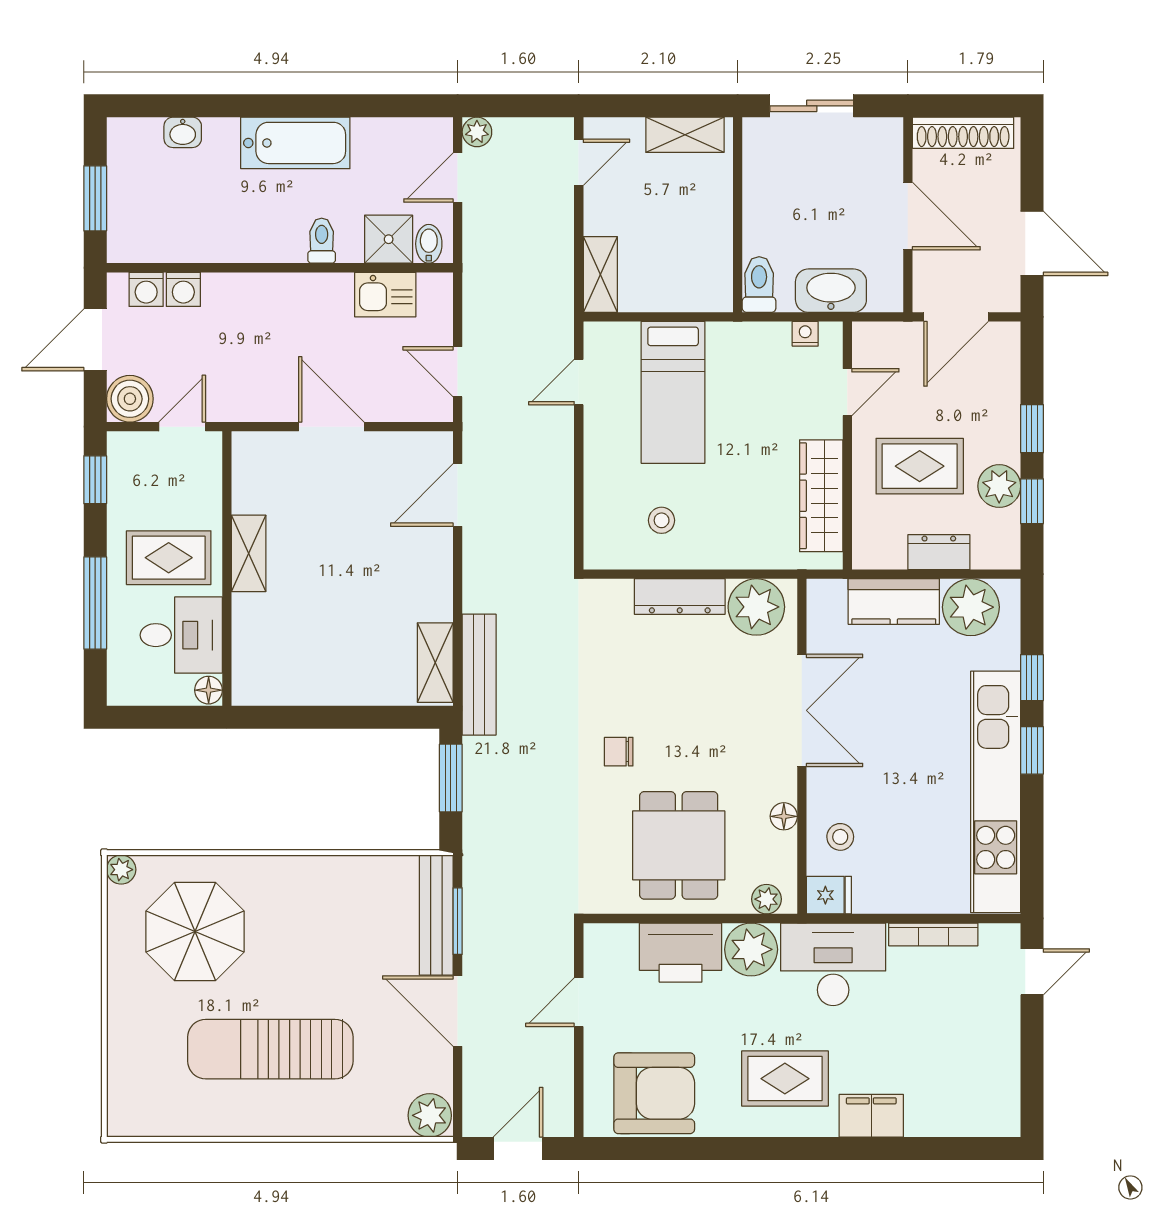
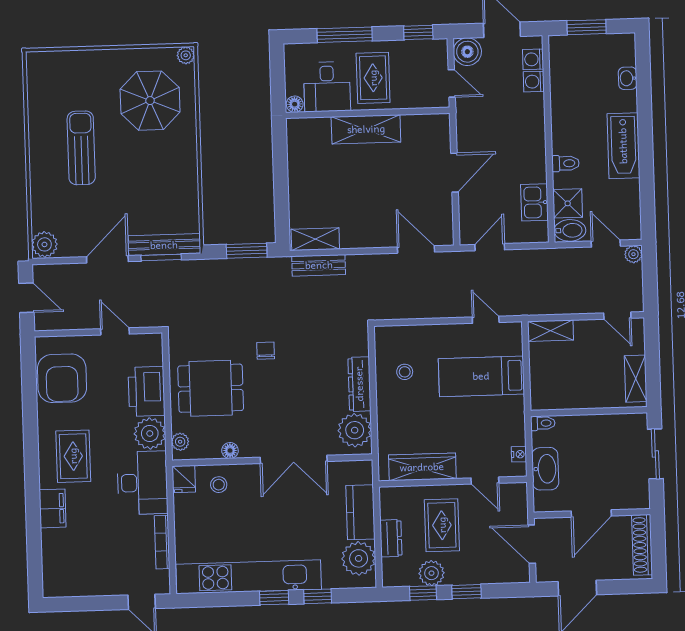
bidet: (429, 244) -> (570, 230), width x1.38, depth x1.36
toilet: (759, 285) -> (543, 423), width x0.73, depth x0.72
shelving: (249, 553) -> (366, 129), width x1.50, depth x1.33
bench: (479, 675) -> (319, 265), width x0.73
sun lounger: (270, 1049) -> (81, 148), width x0.73, depth x0.75

